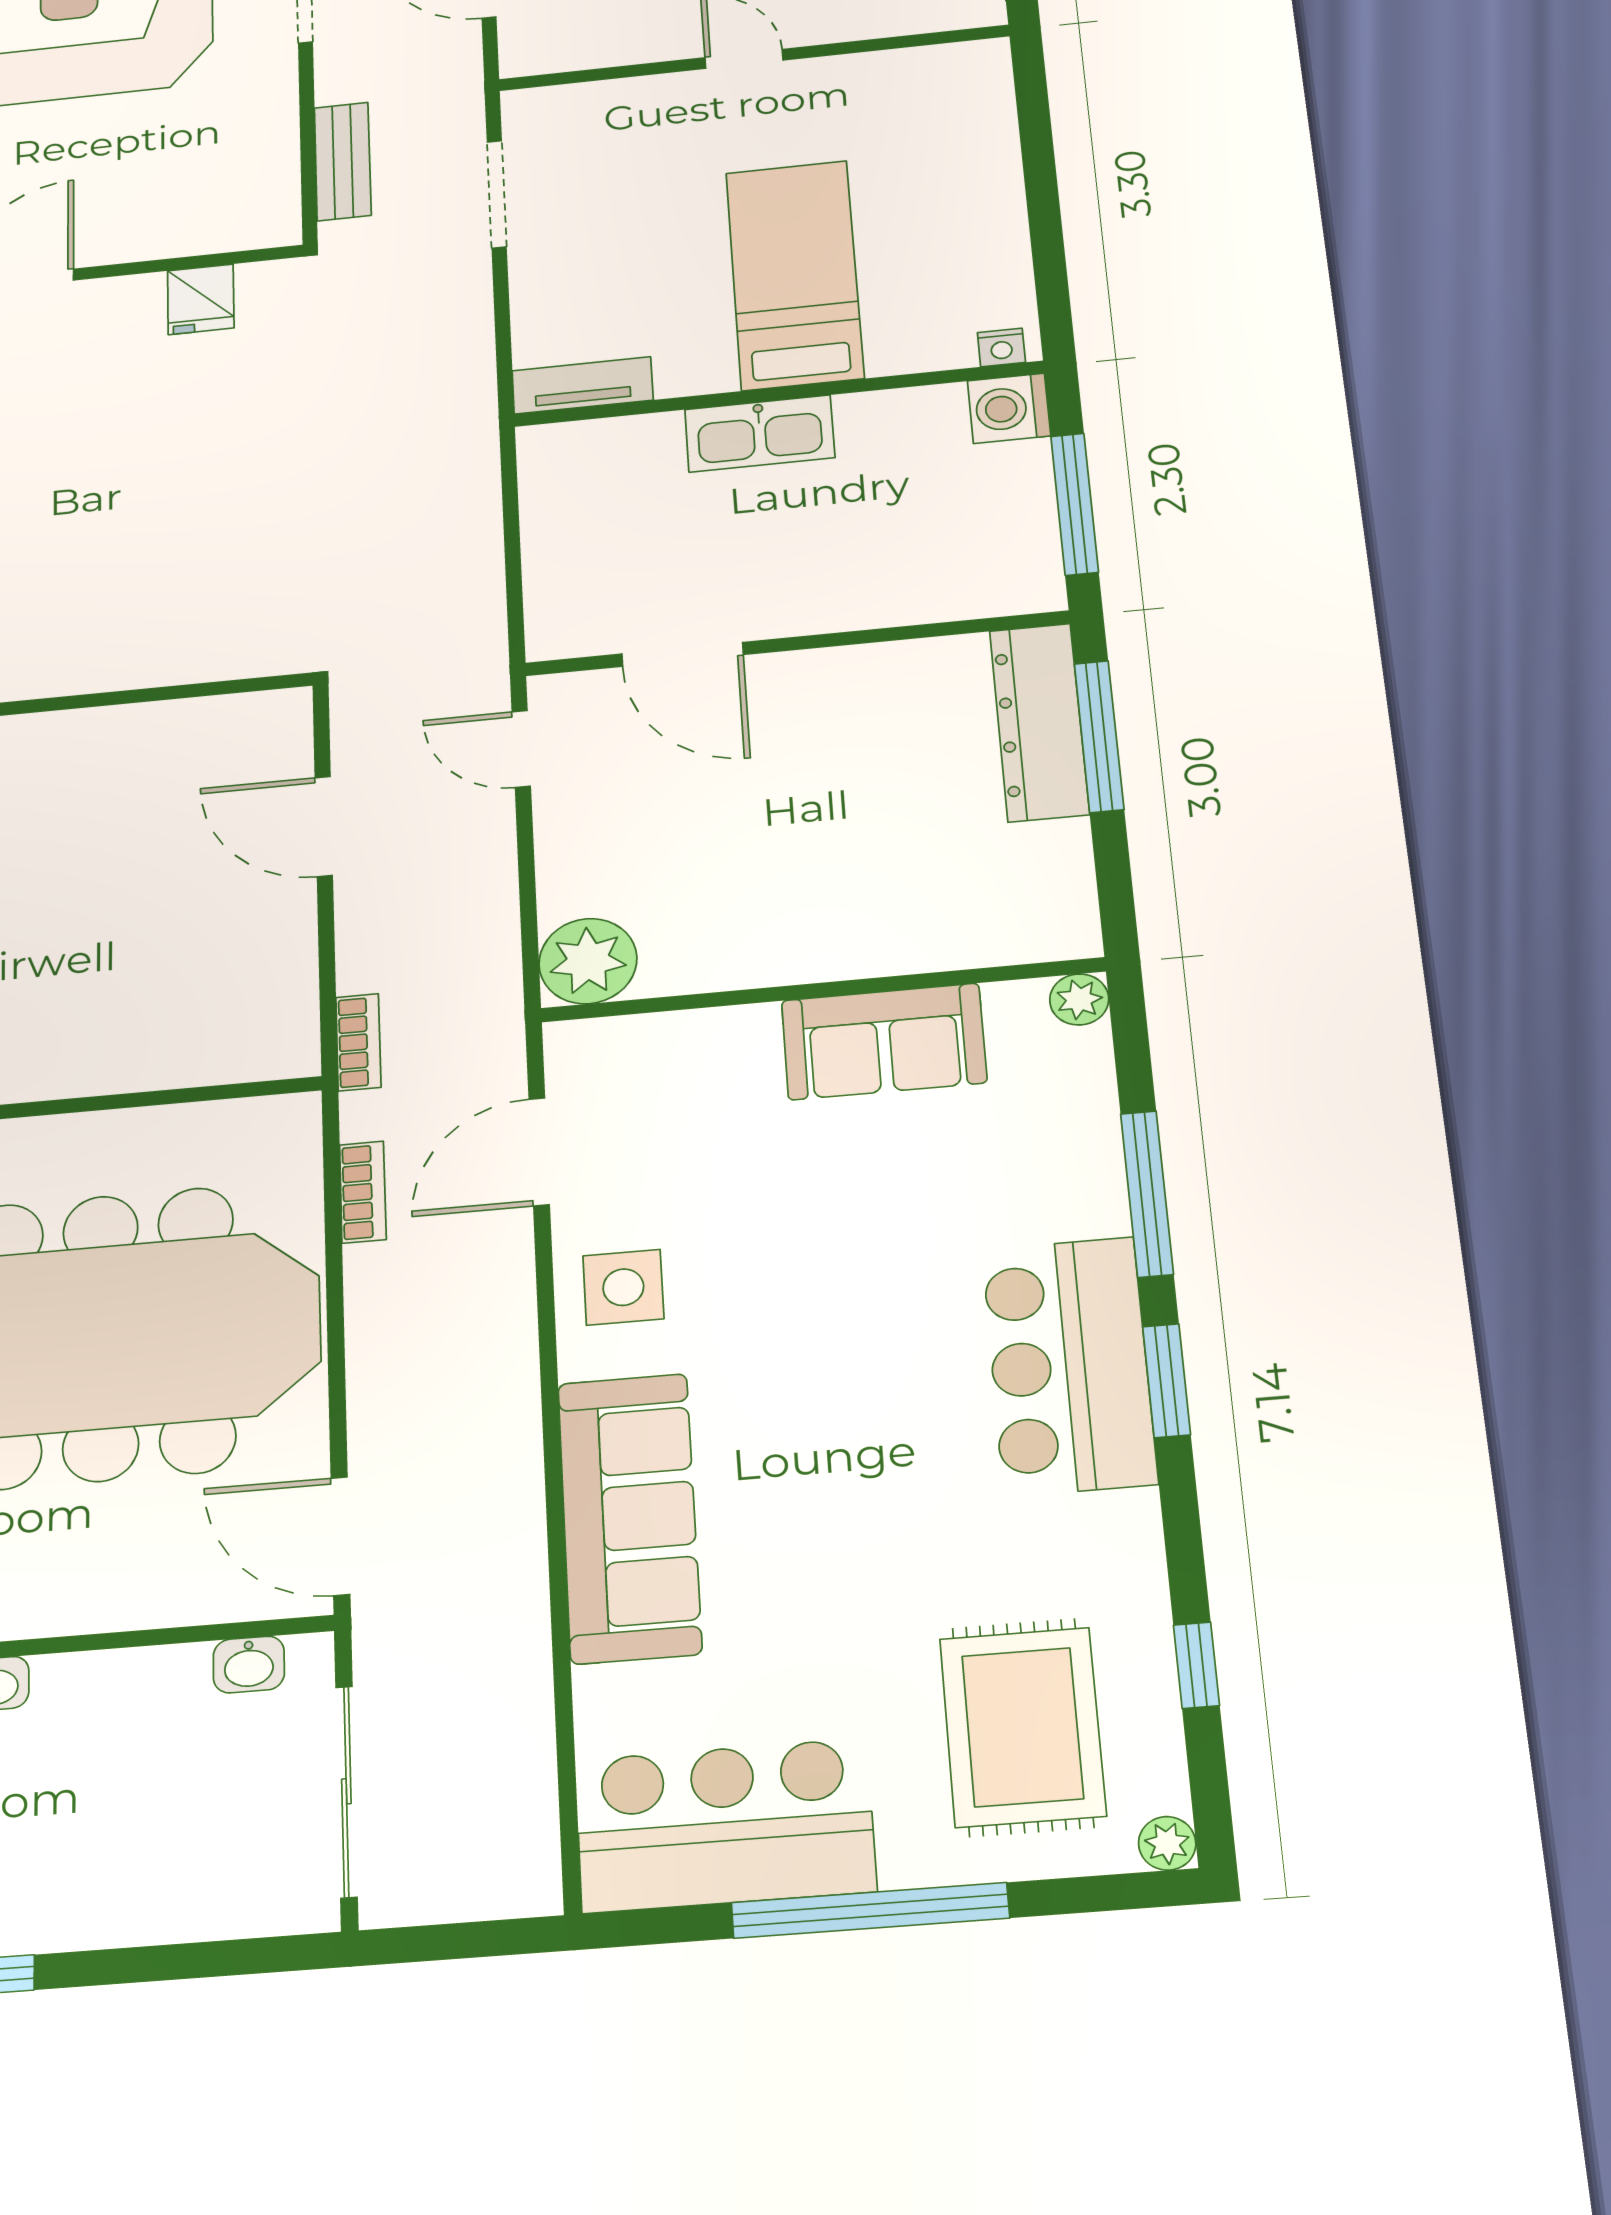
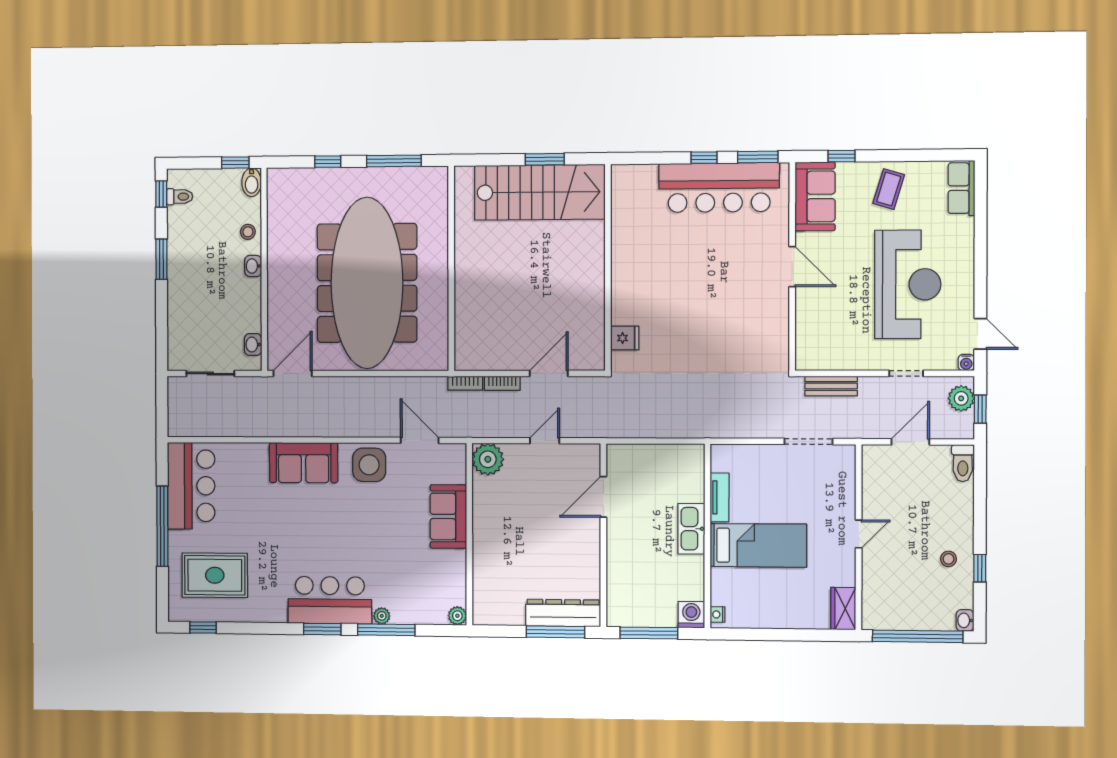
wardrobe: (953, 69) -> (843, 609), added
fridge: (201, 299) -> (625, 338), moved, turned 180
tv unit: (583, 385) -> (720, 497), moved
door: (521, 749) -> (545, 441), moved
sofa: (884, 1041) -> (448, 516), moved
bookcase: (363, 1192) -> (502, 383), moved
side table: (623, 1287) -> (369, 465), width x1.37, depth x1.37
sofa: (629, 1517) -> (304, 463), width x0.73
window: (1196, 1665) -> (203, 628), moved
sliding door: (346, 1791) -> (210, 374), width x0.73
plant: (1167, 1843) -> (382, 616), moved

